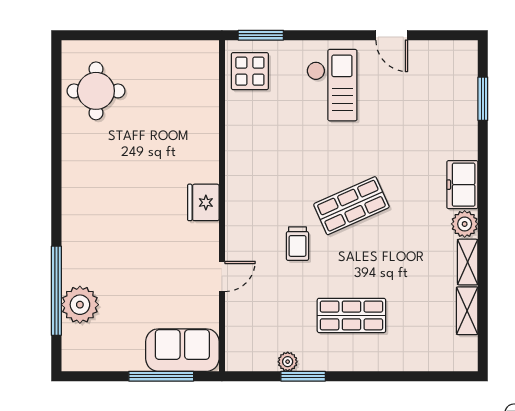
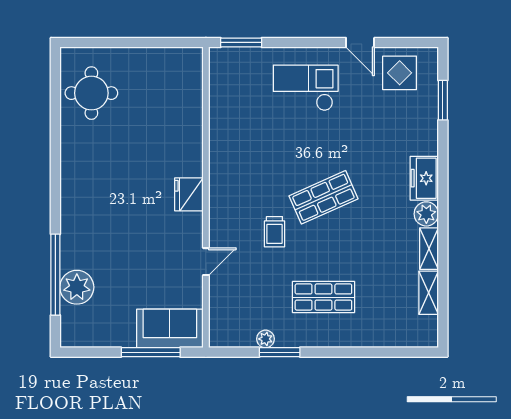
display table: (250, 71) -> (400, 73), moved
checkout: (332, 85) -> (306, 88), turned -90

